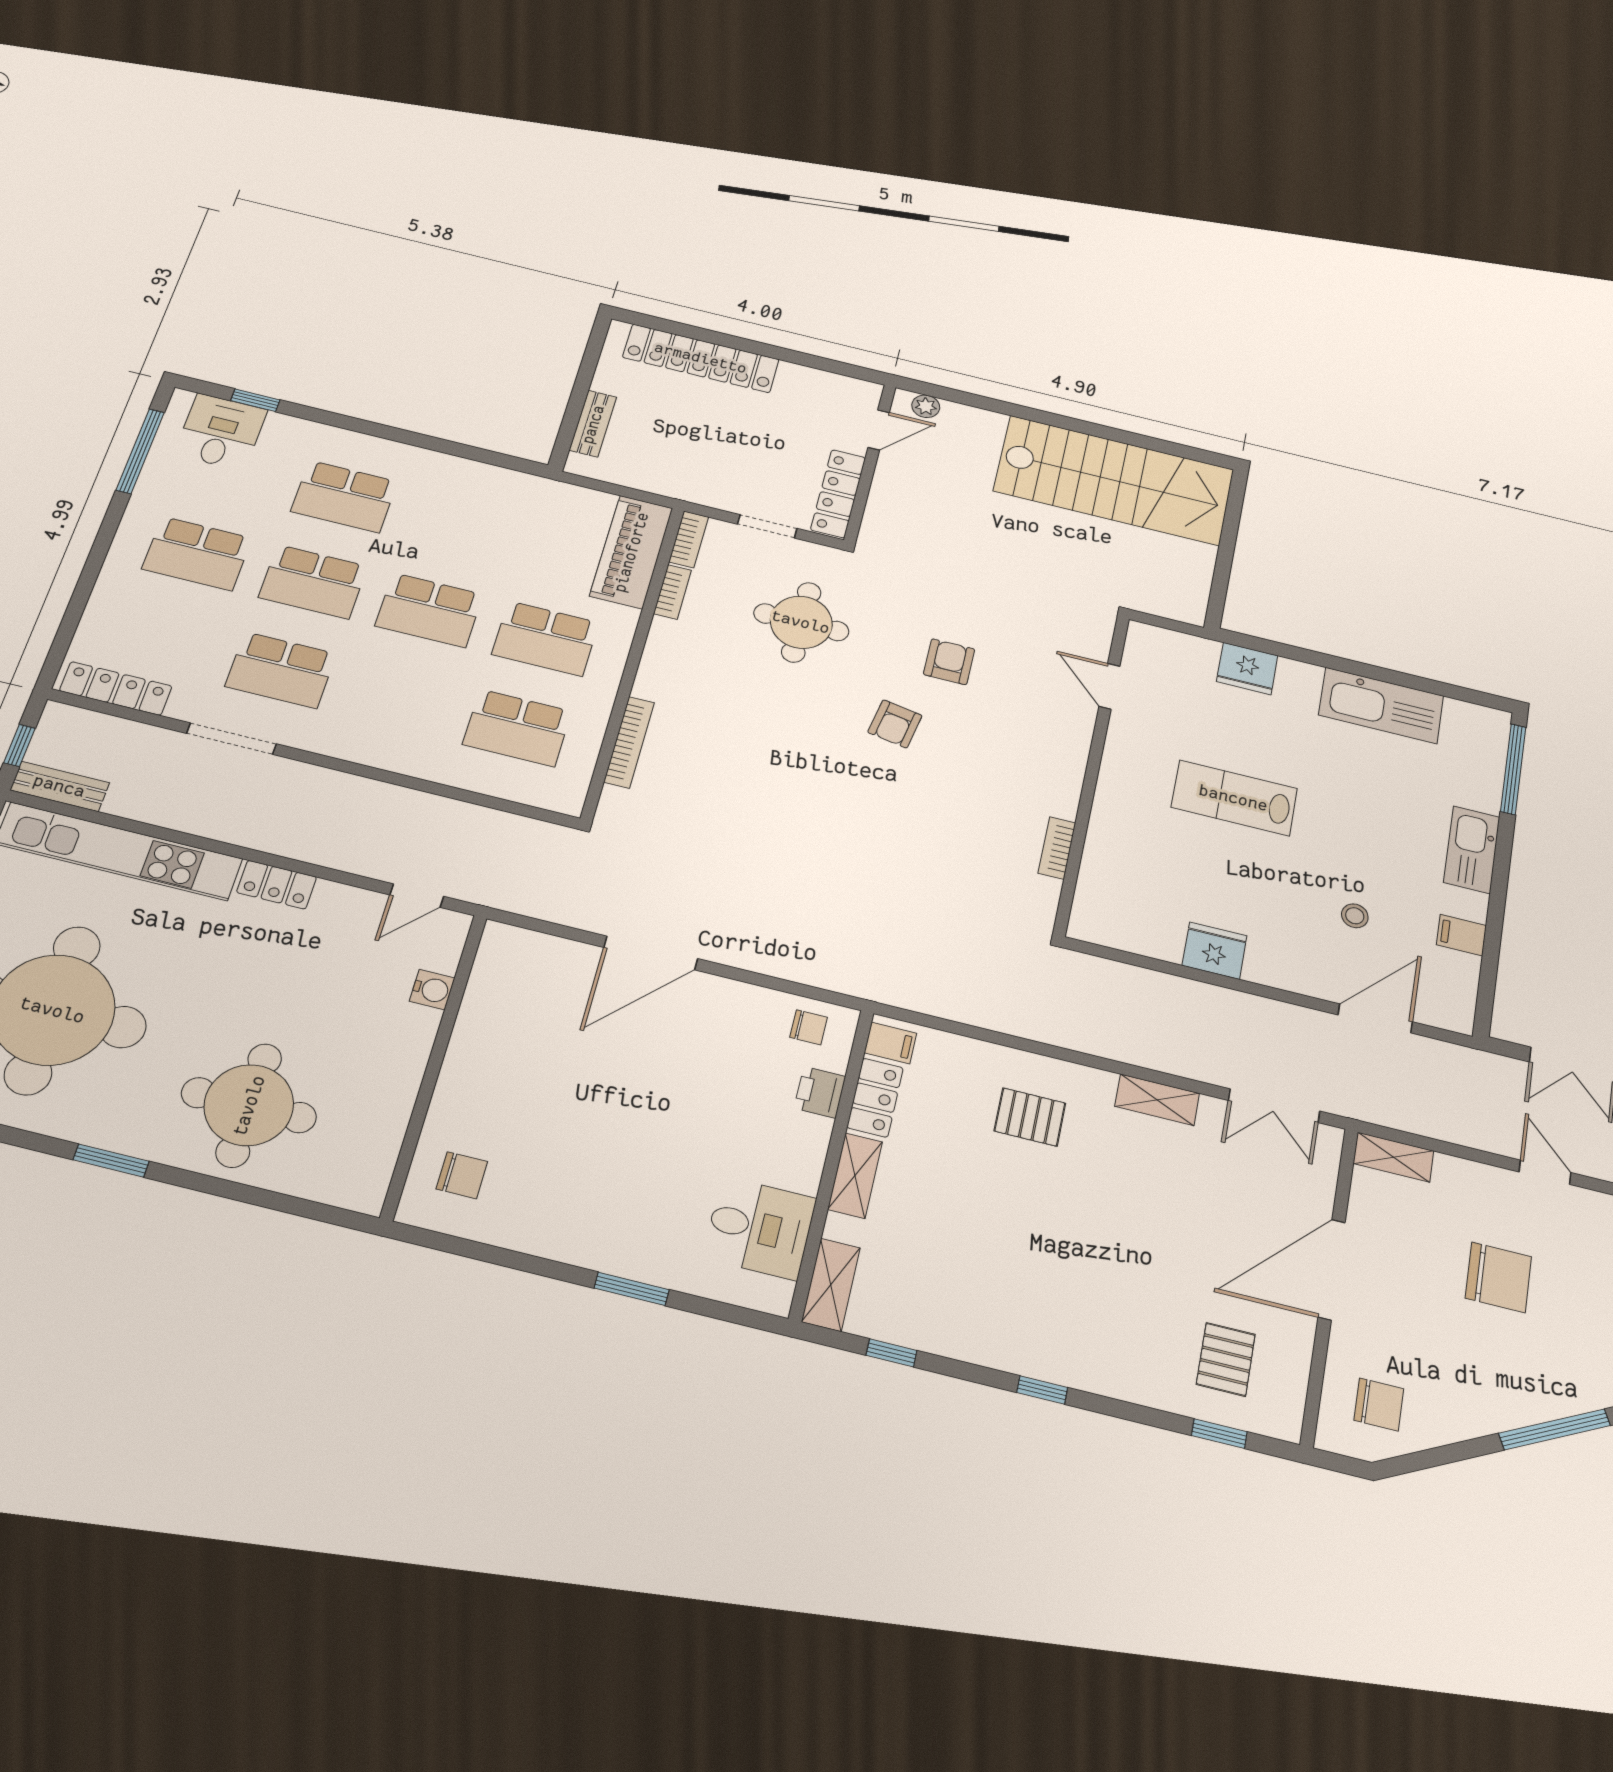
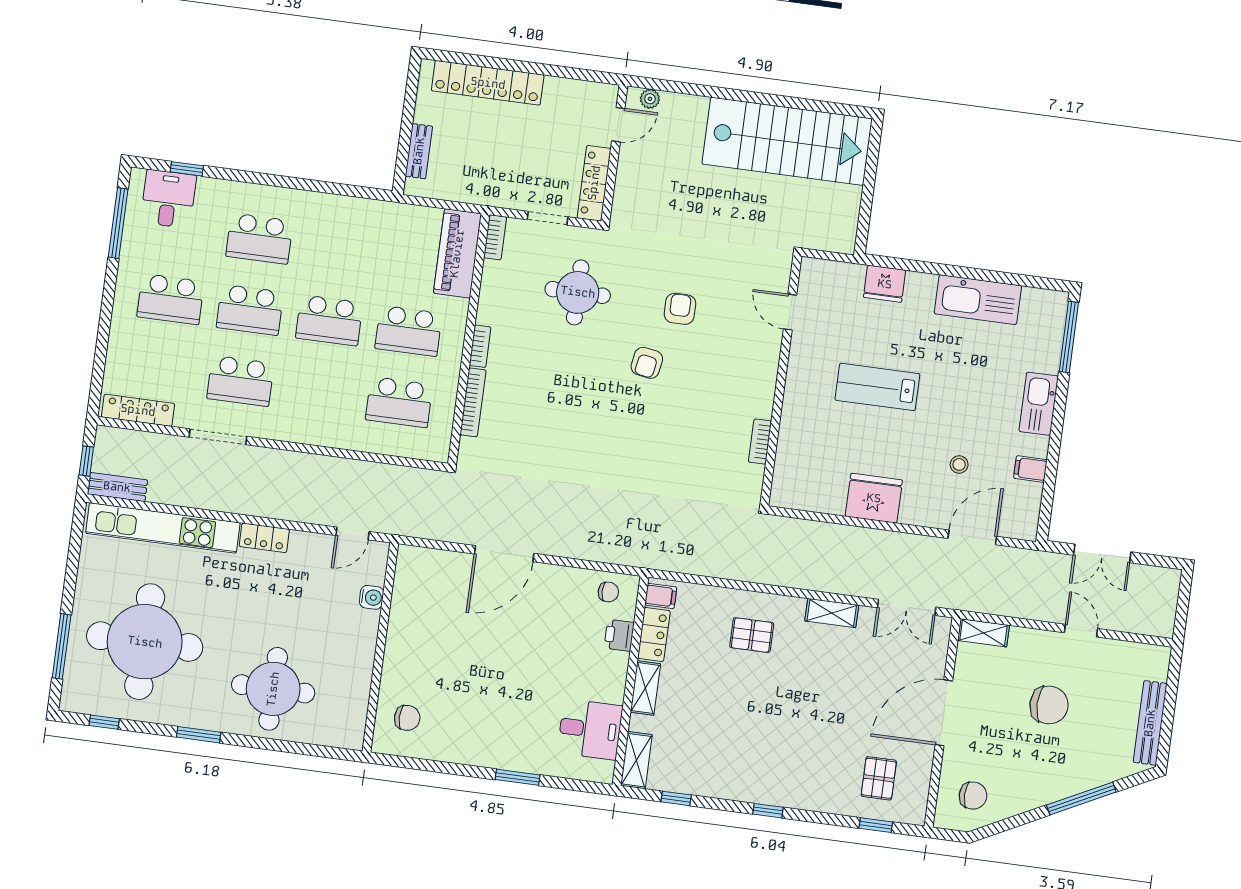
bookcase: (673, 592) -> (480, 346), moved
fridge: (1214, 951) -> (874, 498), width x1.36, depth x1.34

